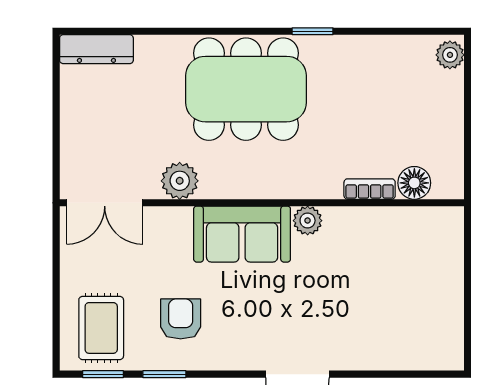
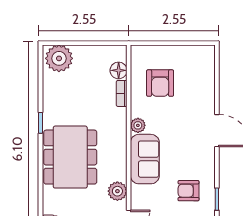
plant: (450, 55) -> (59, 58), width x1.88, depth x1.88
armchair: (390, 264) -> (160, 83), added

